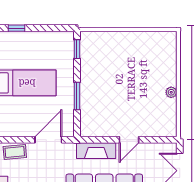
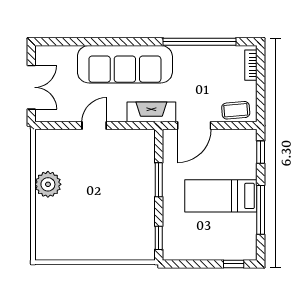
plant: (171, 92) -> (48, 184), width x1.88, depth x1.88
fireplace: (96, 151) -> (151, 112), moved

